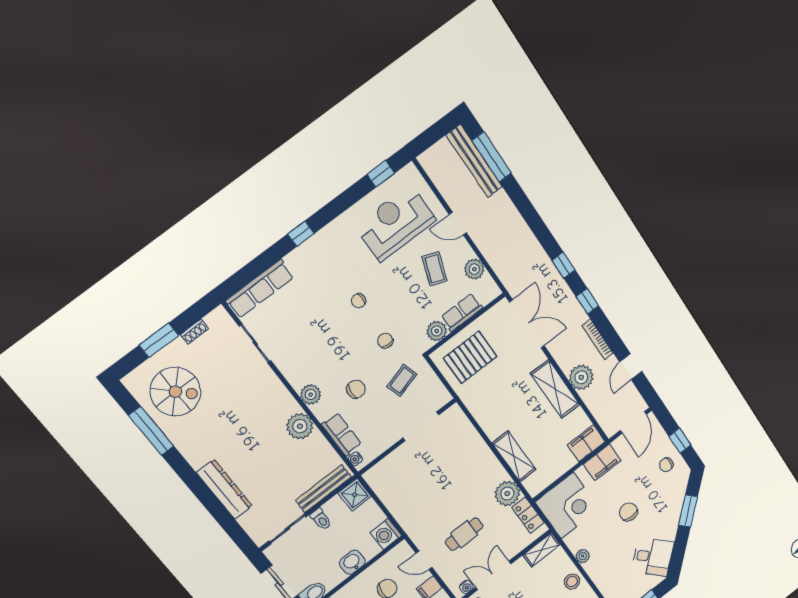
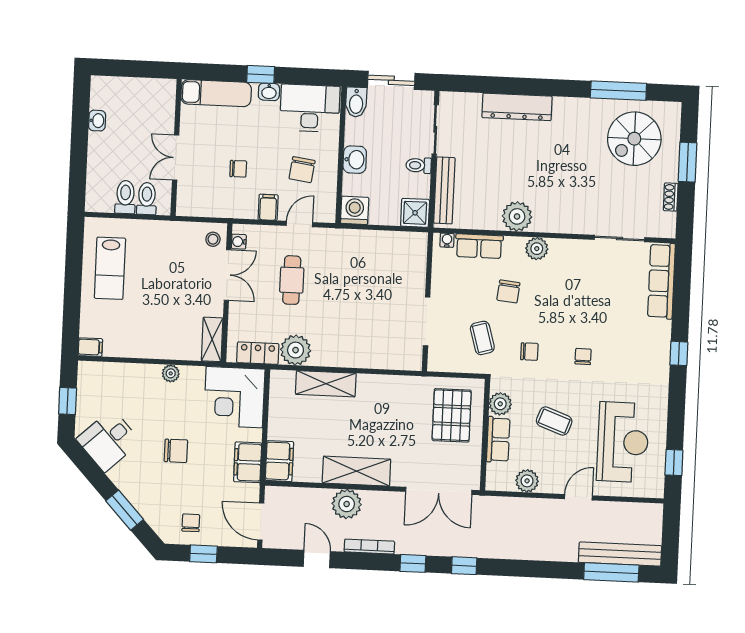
coffee table: (435, 269) -> (554, 421), moved
stool: (572, 581) -> (154, 344), removed

